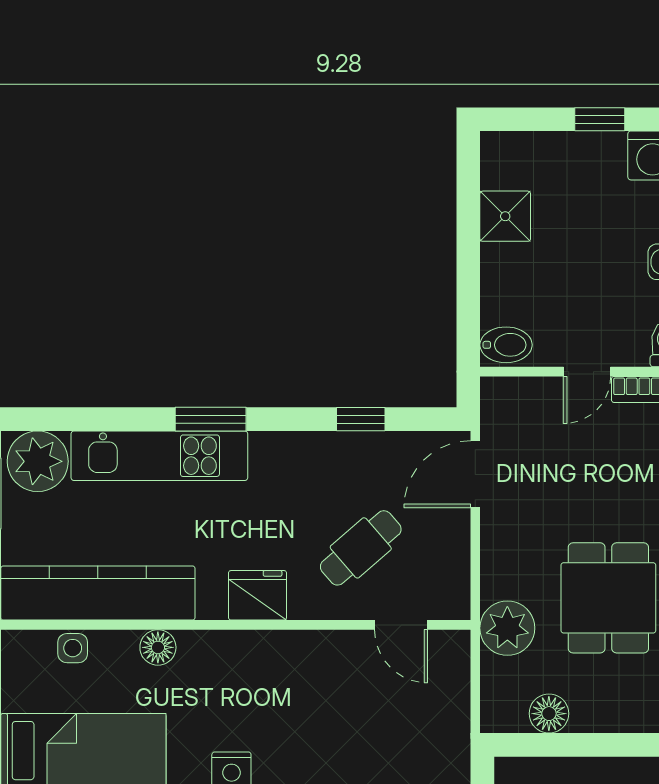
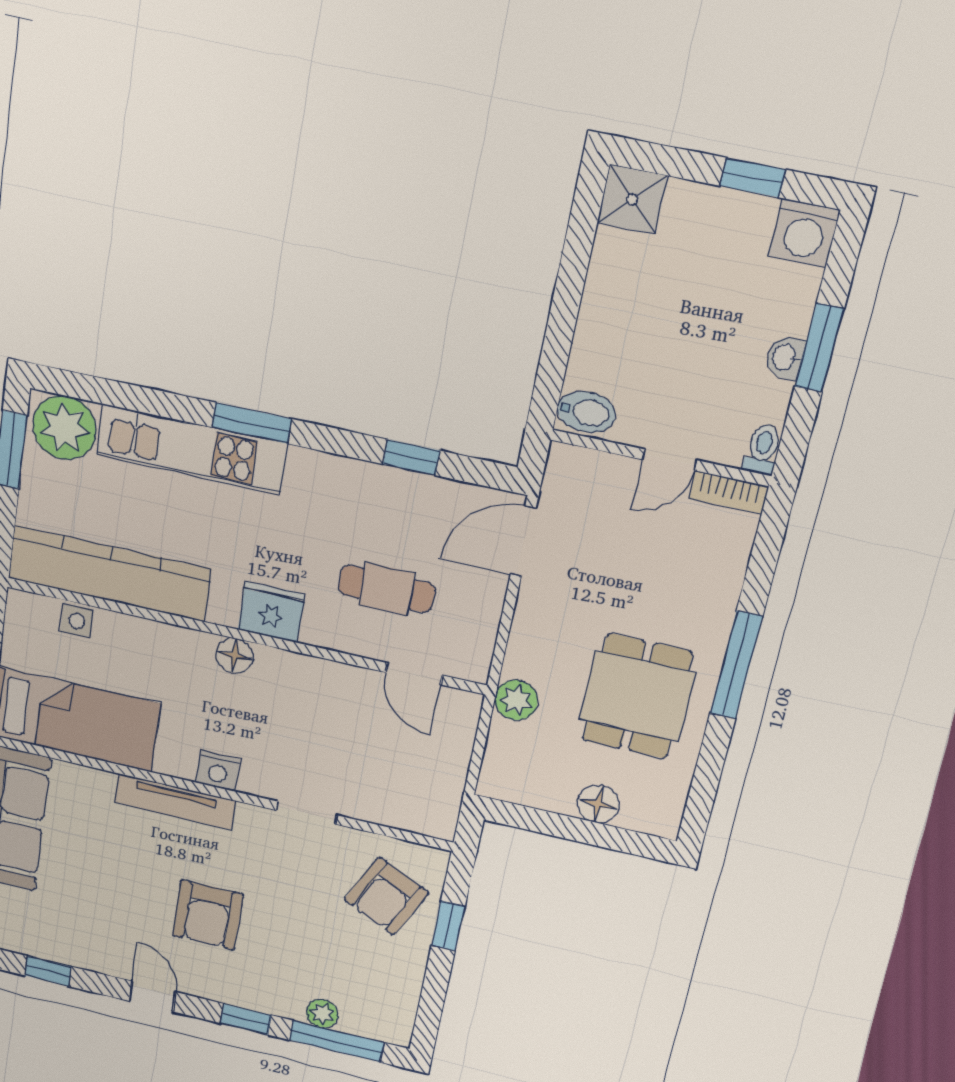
shower: (505, 216) -> (632, 199), moved
cafe table: (361, 548) -> (387, 589), turned 41
plant: (507, 628) -> (516, 700), width x0.73, depth x0.73
floor lamp: (158, 647) -> (235, 656), moved
floor lamp: (549, 714) -> (598, 804), moved

